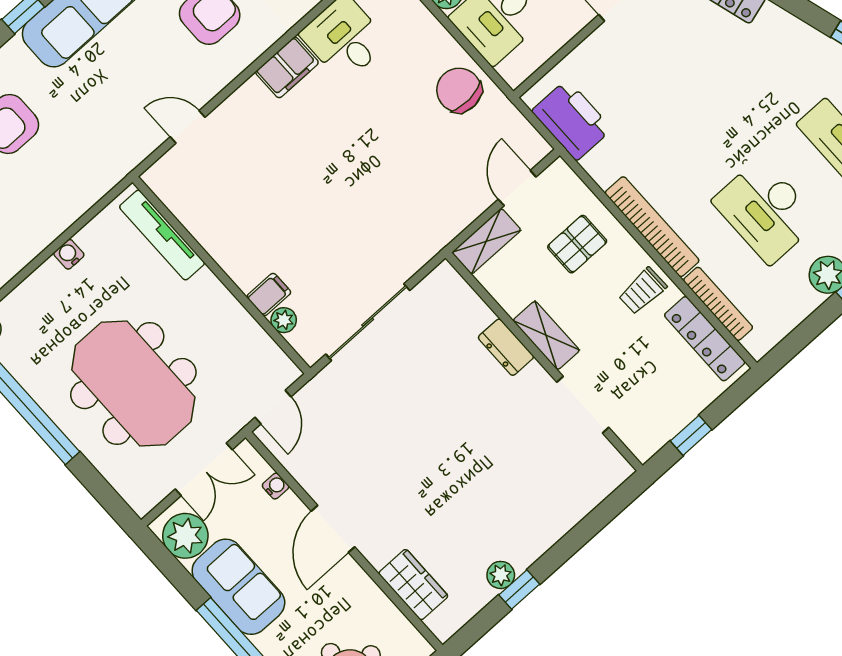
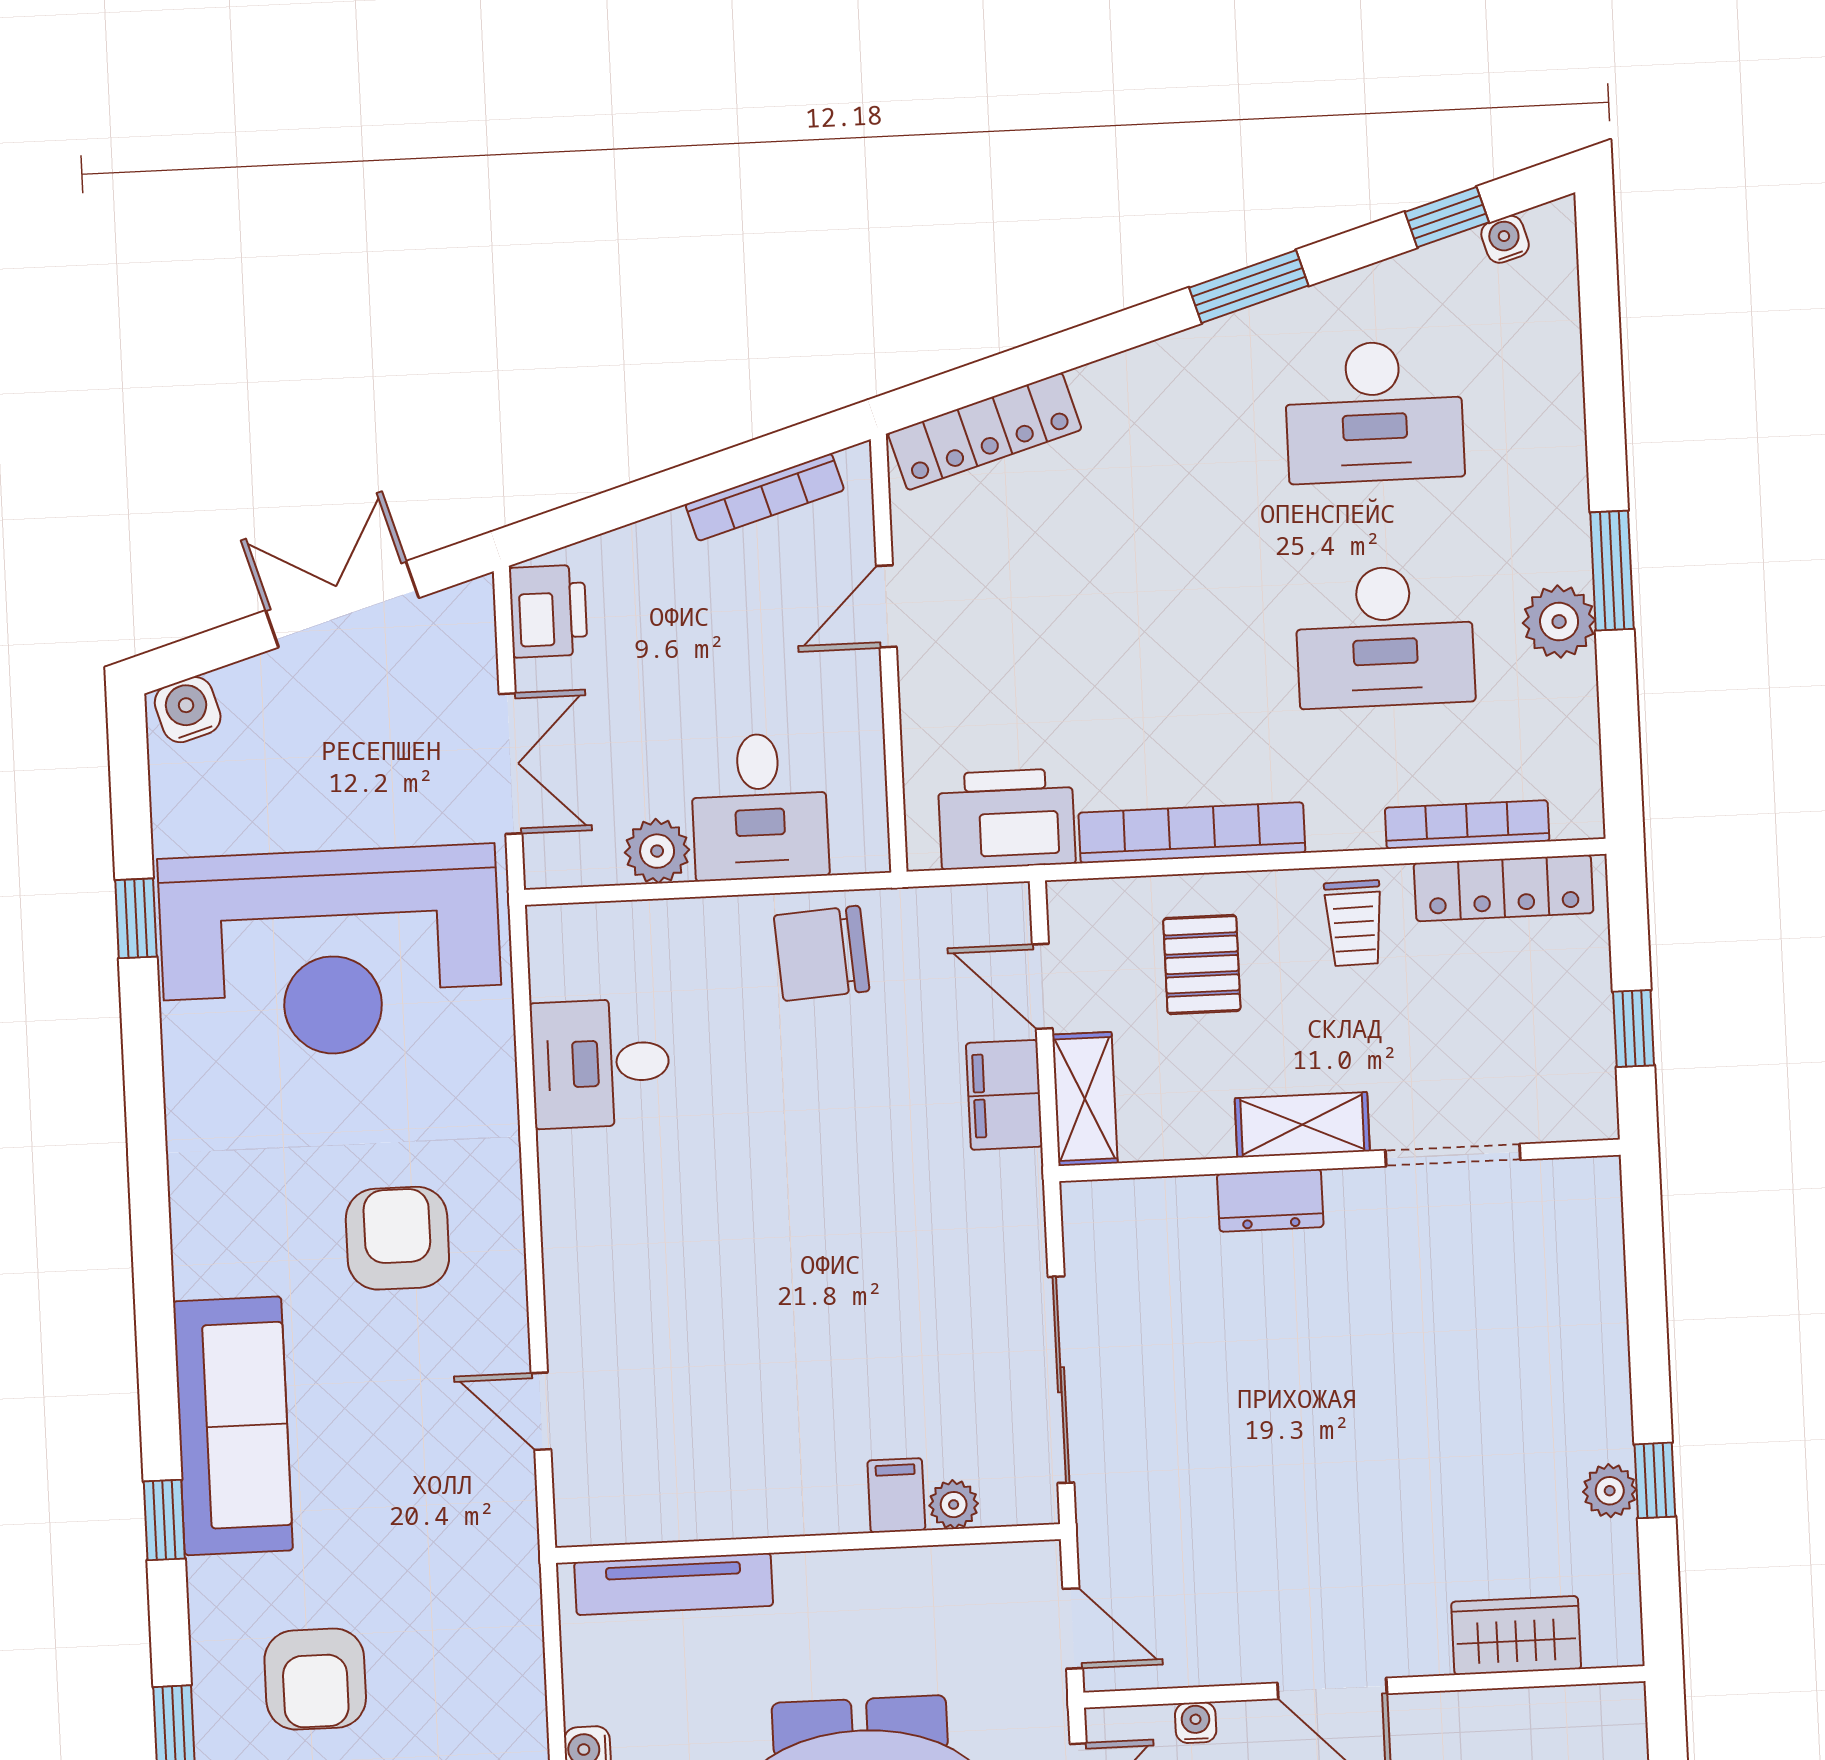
filing cabinet: (287, 67) -> (1004, 1095), moved, turned 180
door: (188, 127) -> (541, 1411), hinge flipped
bookcase: (652, 227) -> (1192, 833), moved

